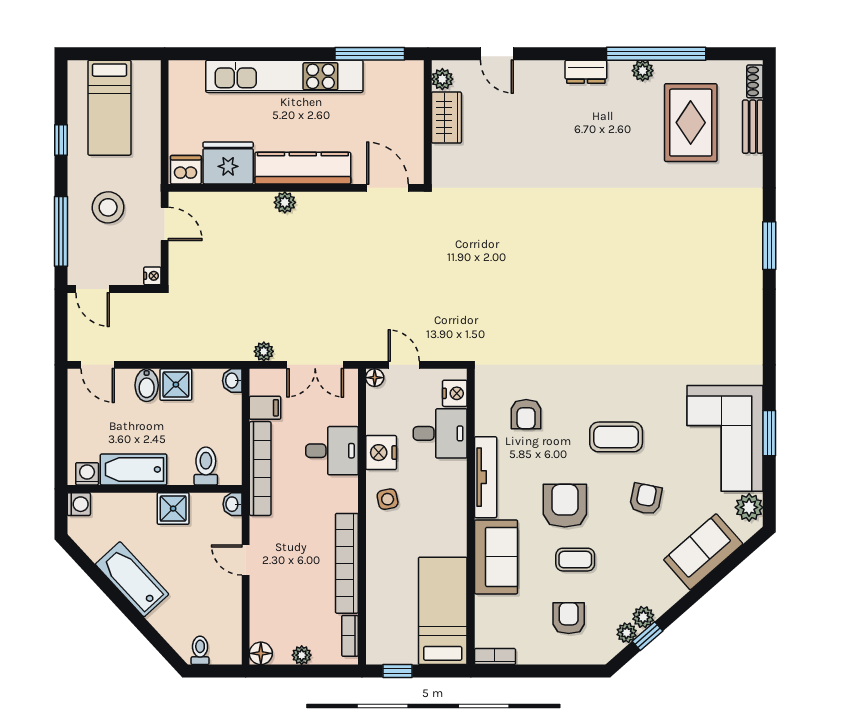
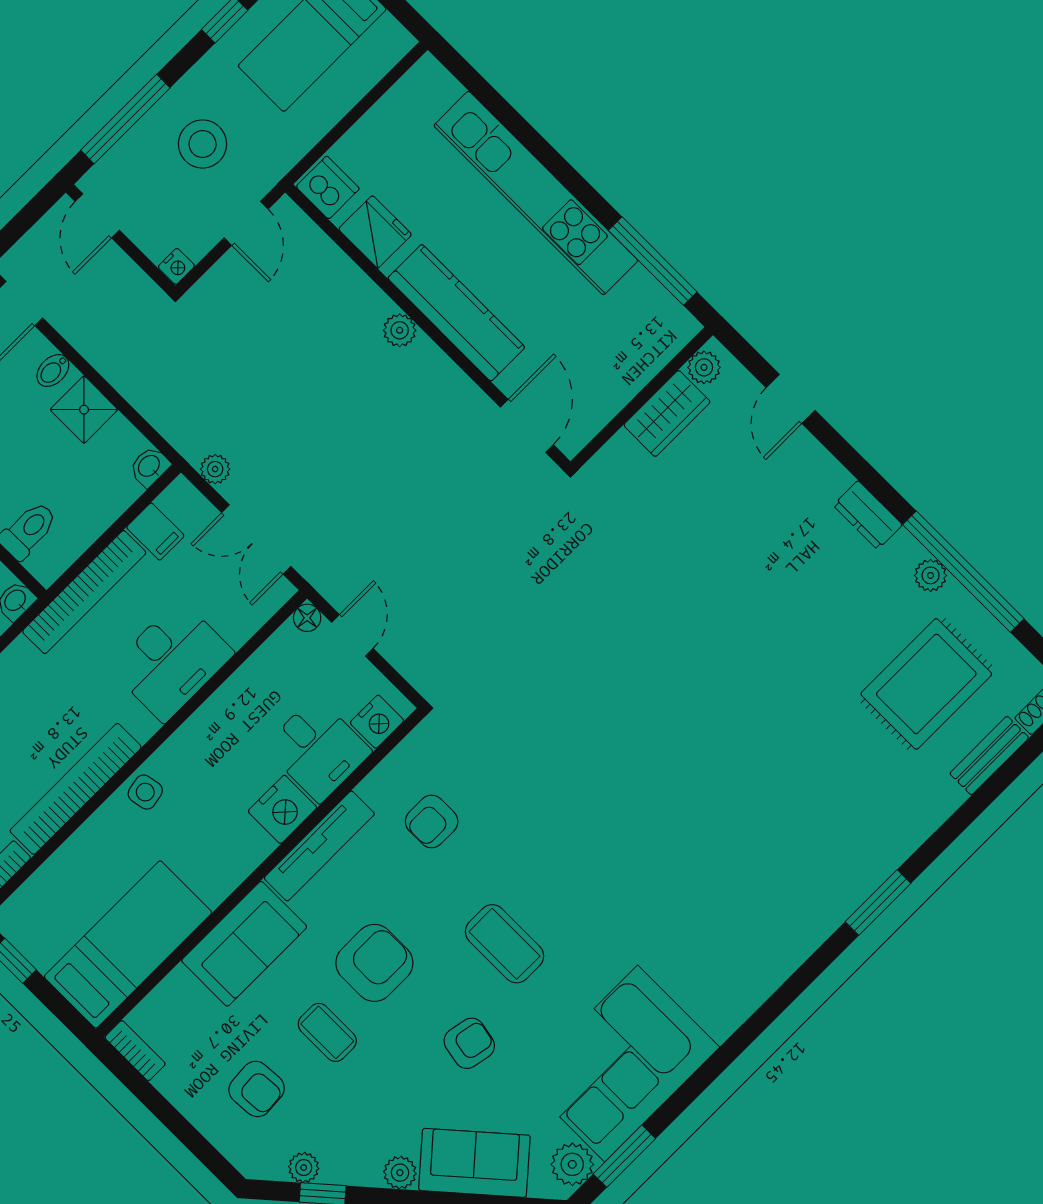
fridge: (228, 163) -> (375, 232), width x0.73, depth x0.75
bidet: (147, 385) -> (53, 371), width x0.72, depth x0.74
window: (769, 433) -> (624, 1156), moved
desk: (332, 451) -> (172, 661), width x1.37
nightstand: (381, 453) -> (282, 809), moved, turned 180
side table: (388, 499) -> (145, 792), moved
plant: (643, 617) -> (400, 1173), moved
armchair: (569, 618) -> (257, 1089), turned 86

